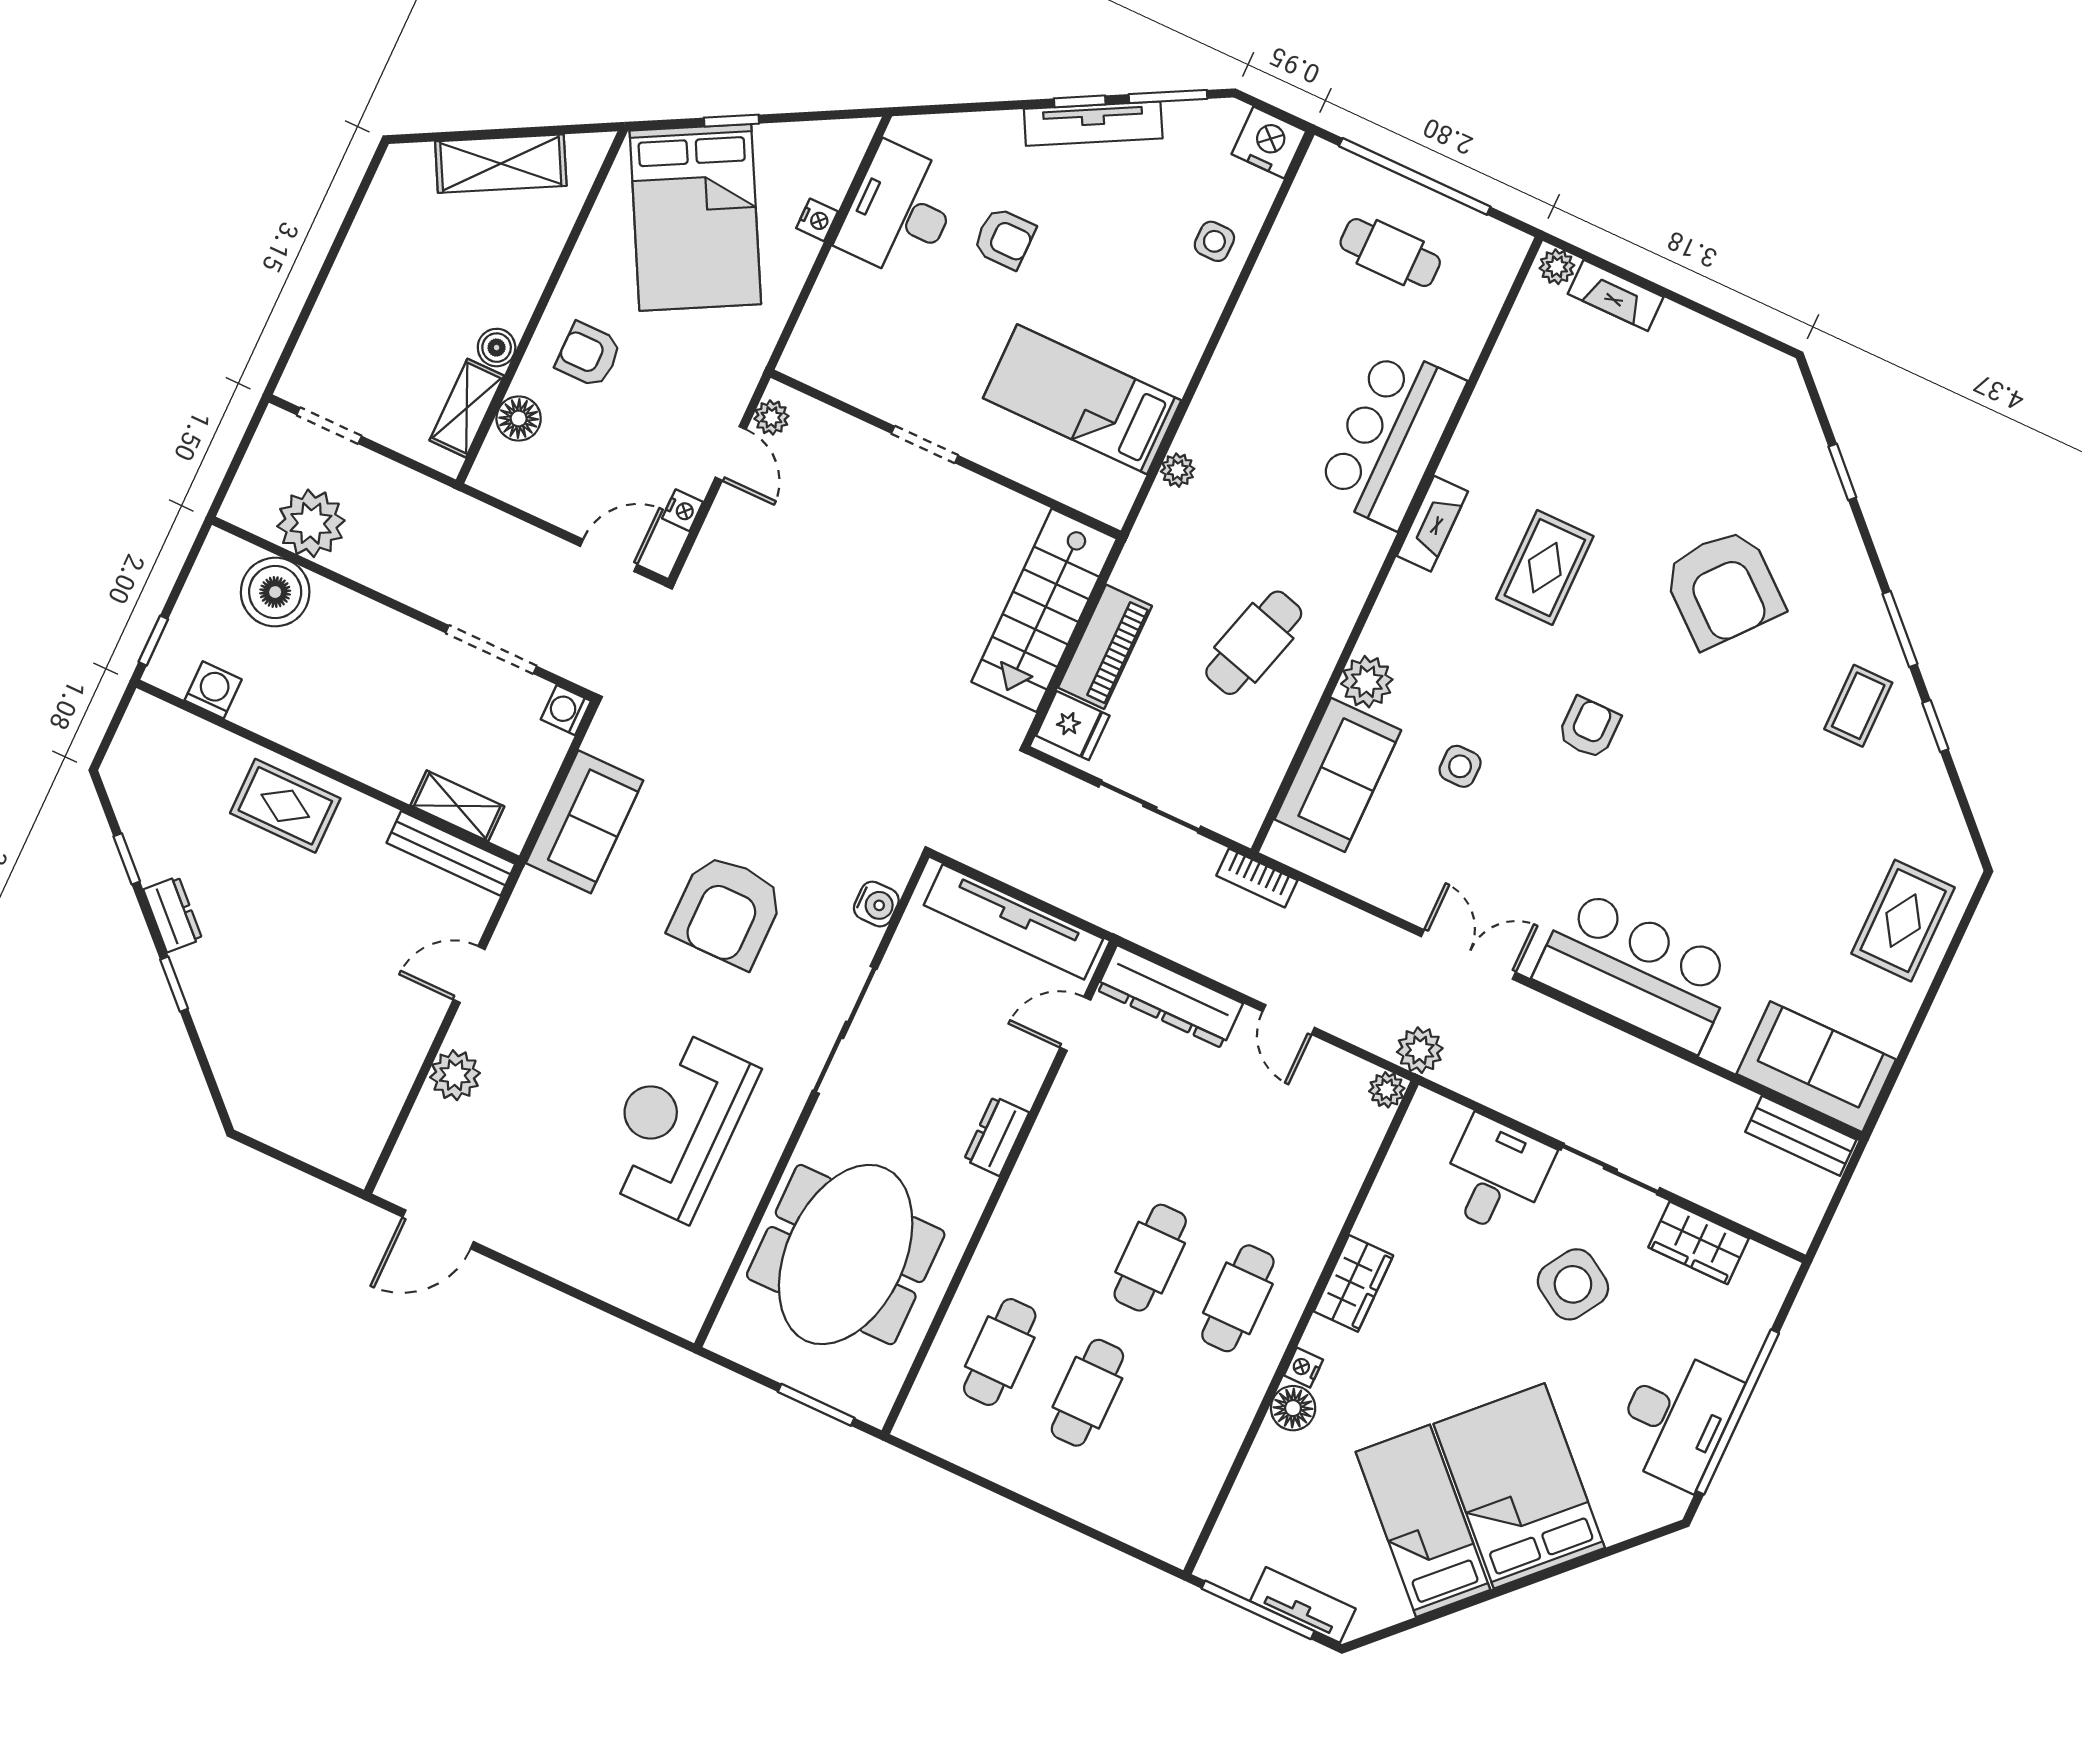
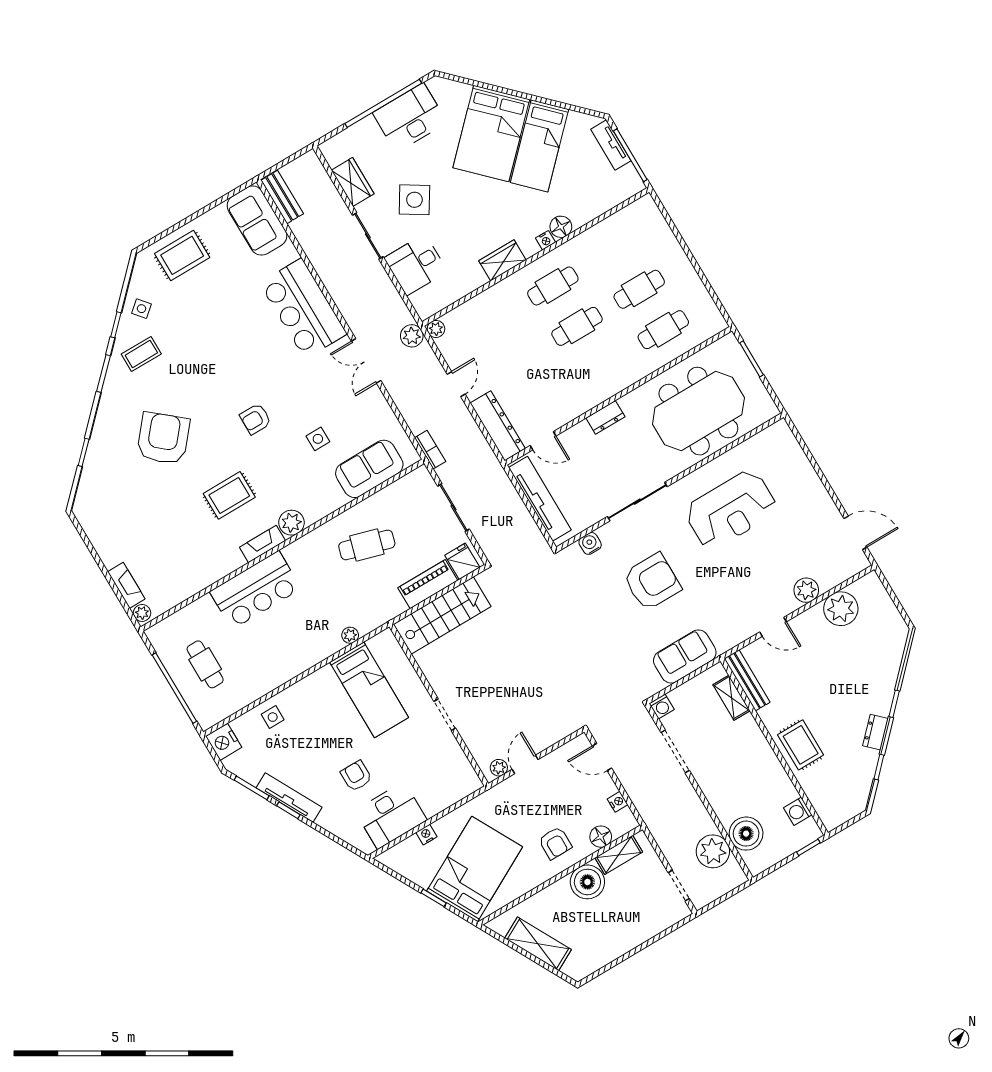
boiler: (497, 348) -> (587, 882), width x1.86, depth x1.86
nightstand: (683, 510) -> (618, 802), moved, turned 90
plant: (1367, 682) -> (291, 523), moved
side table: (1910, 783) -> (141, 309), added
plant: (375, 1084) -> (841, 609), added

